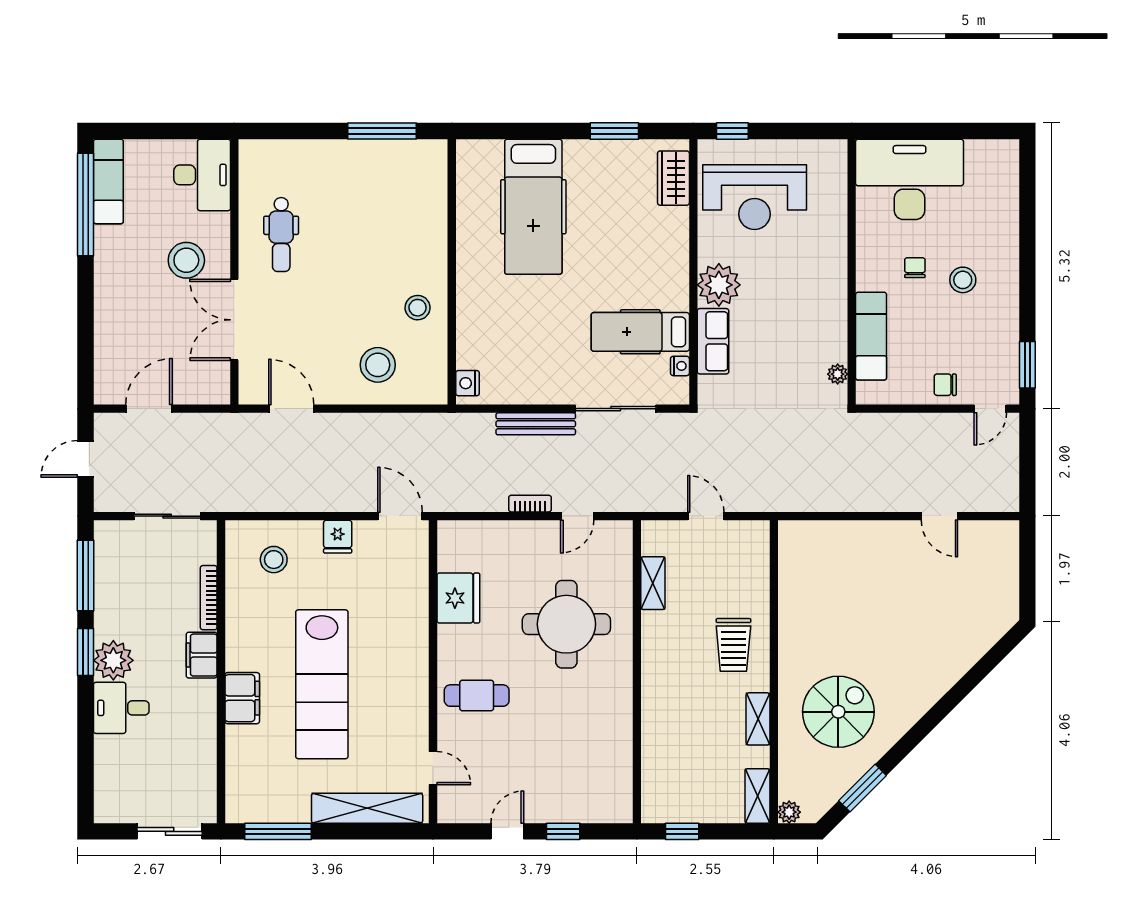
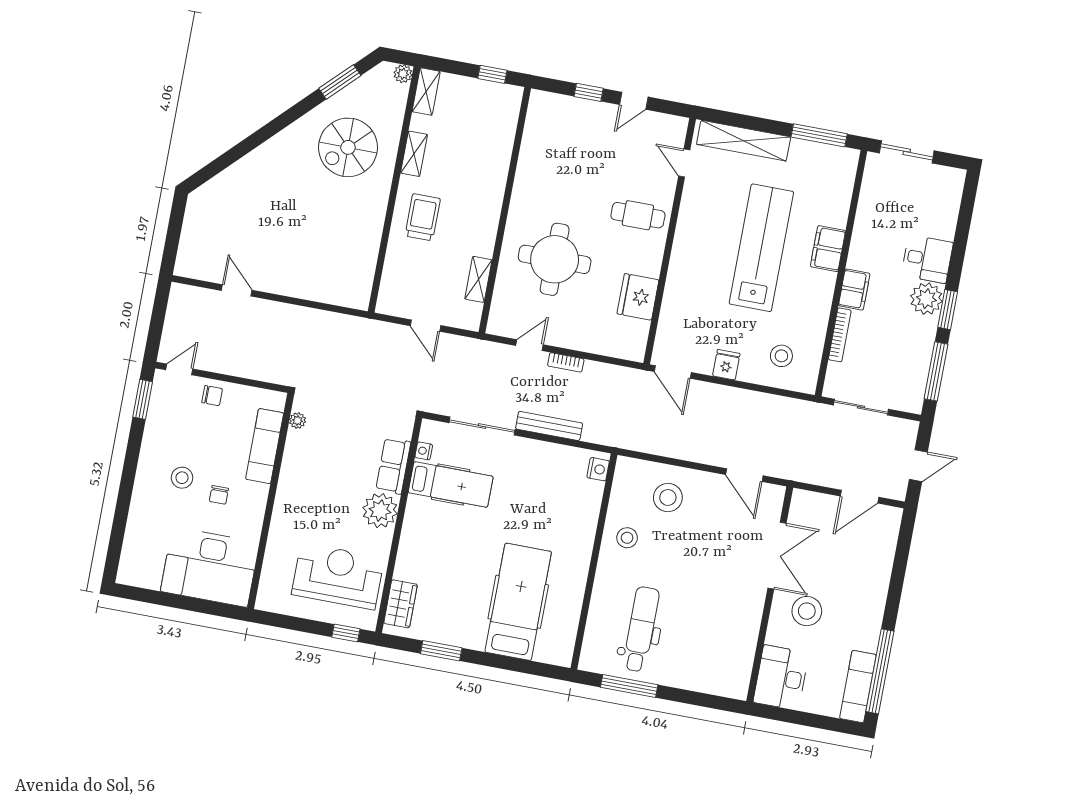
dental chair: (281, 235) -> (641, 629), moved, width x1.36, depth x1.38

